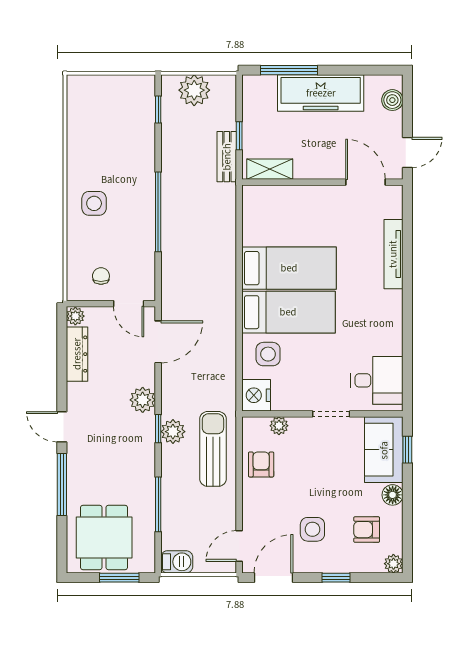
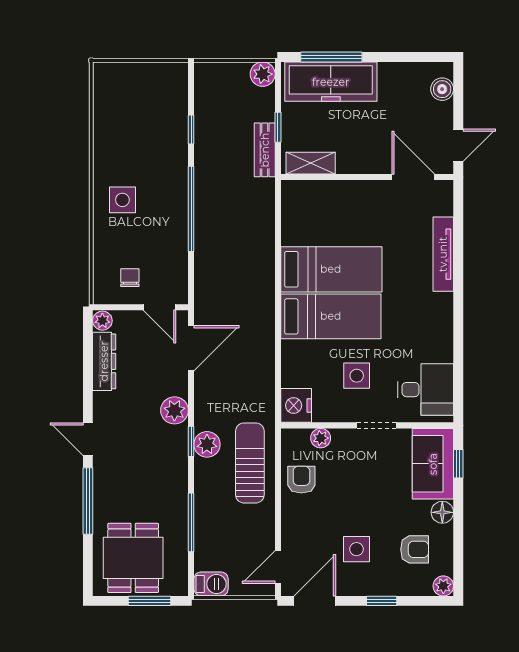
plant: (194, 90) -> (263, 74), moved, width x0.73, depth x0.73
freezer: (321, 93) -> (331, 82), moved
window: (158, 109) -> (191, 130), moved
side table: (268, 354) -> (357, 376), moved
armchair: (367, 530) -> (415, 549), turned 180

